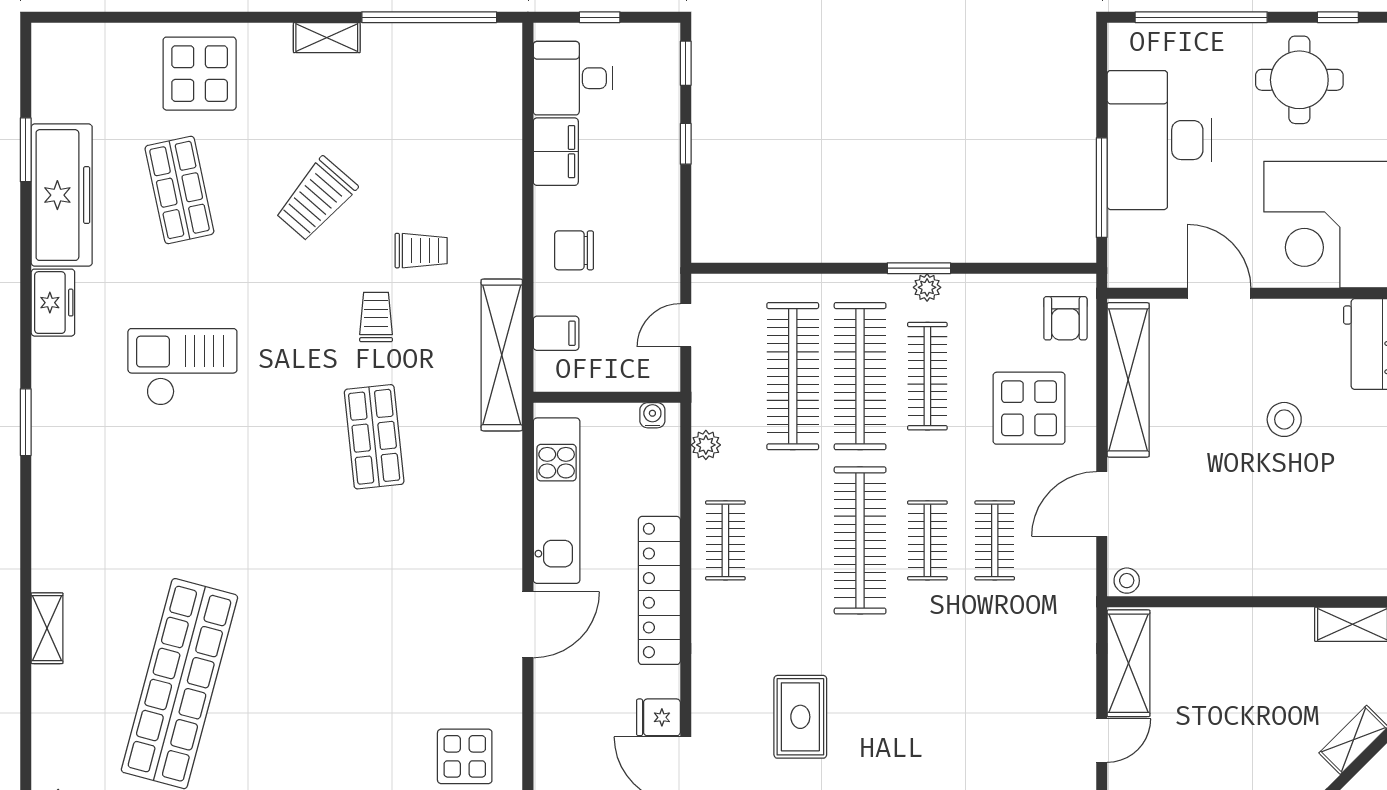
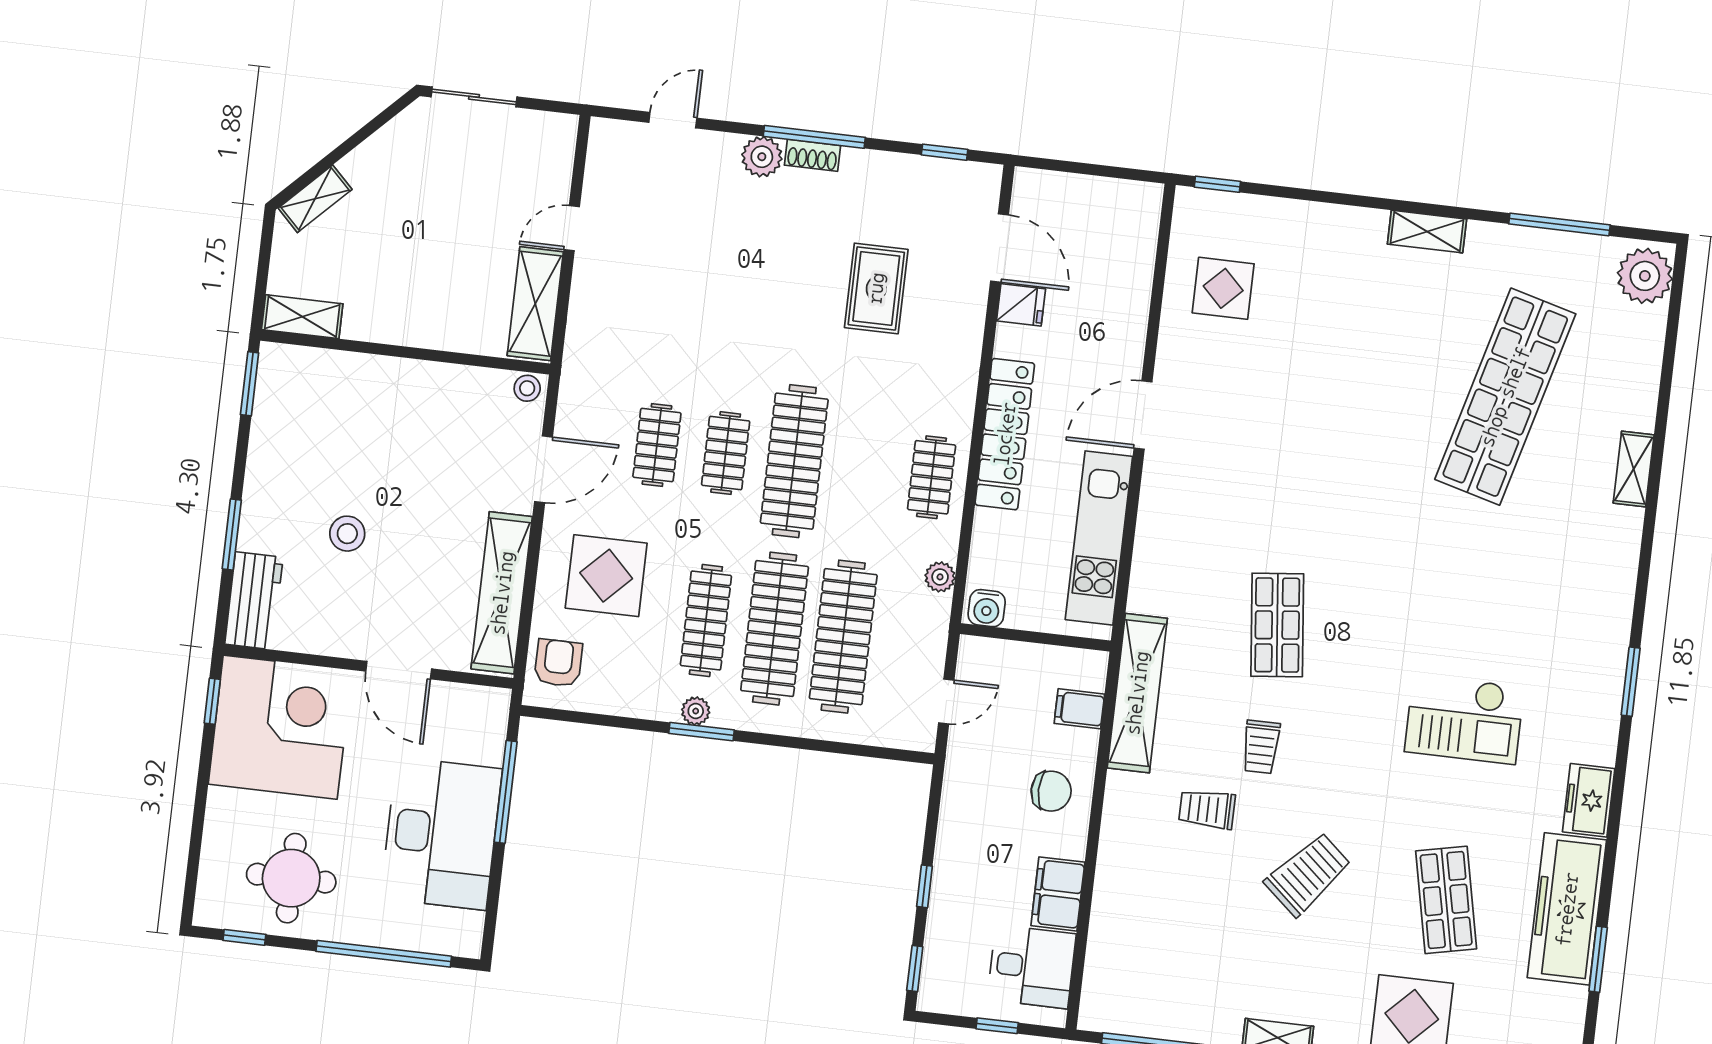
water cooler: (652, 415) -> (987, 608), width x1.38, depth x1.38

